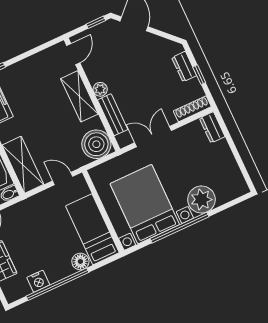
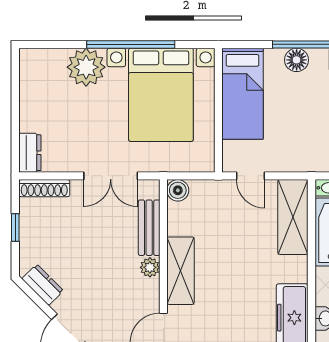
dresser: (184, 67) -> (43, 285), moved, turned -45
boiler: (96, 144) -> (178, 190), width x0.54, depth x0.54
floor lamp: (80, 261) -> (297, 60), moved

